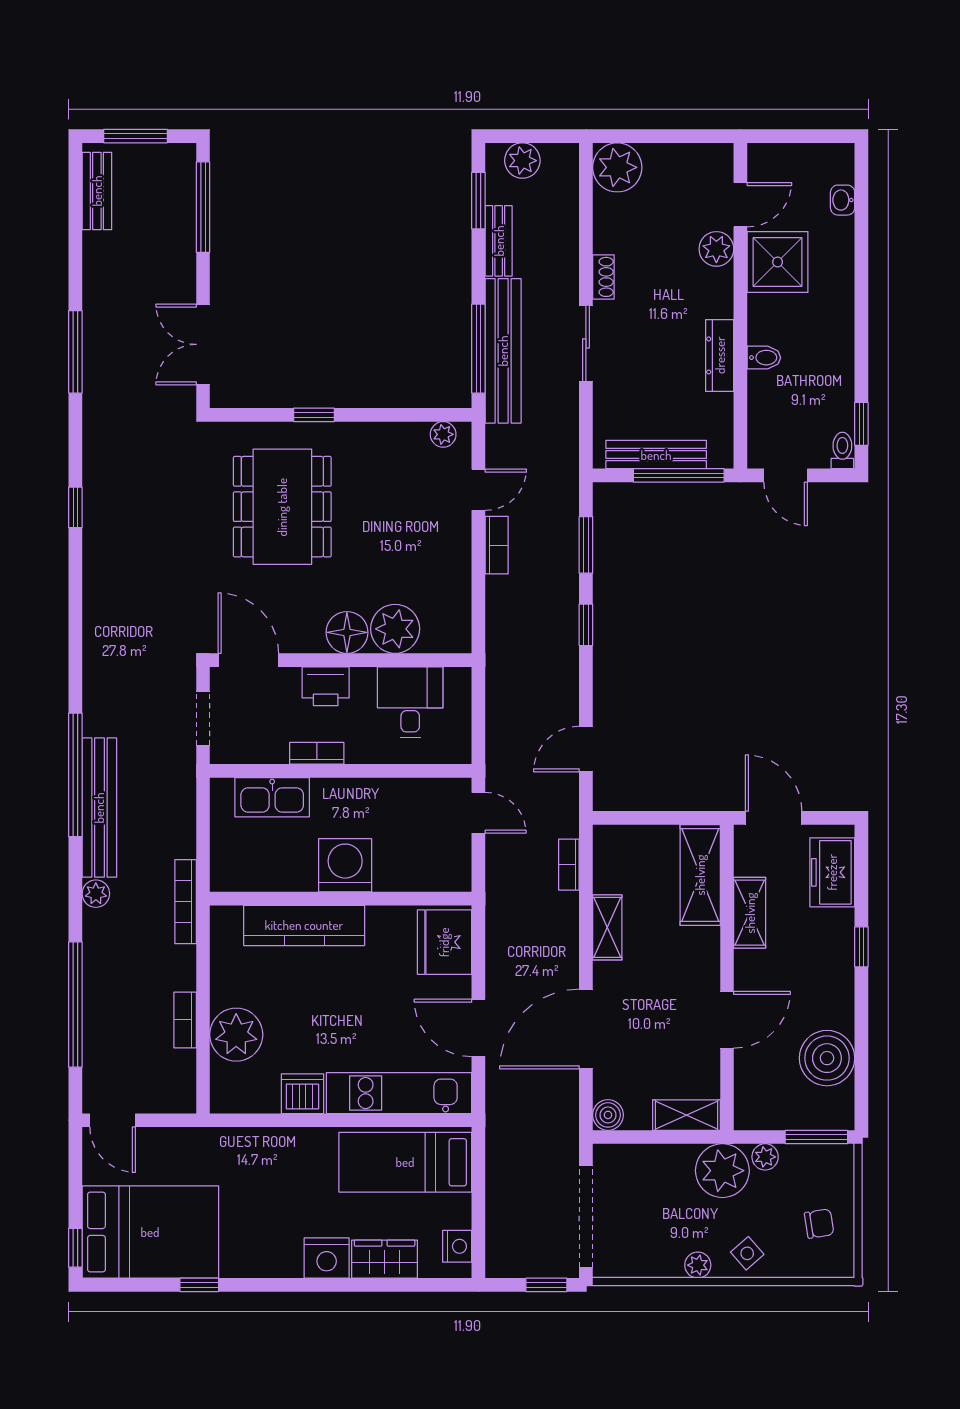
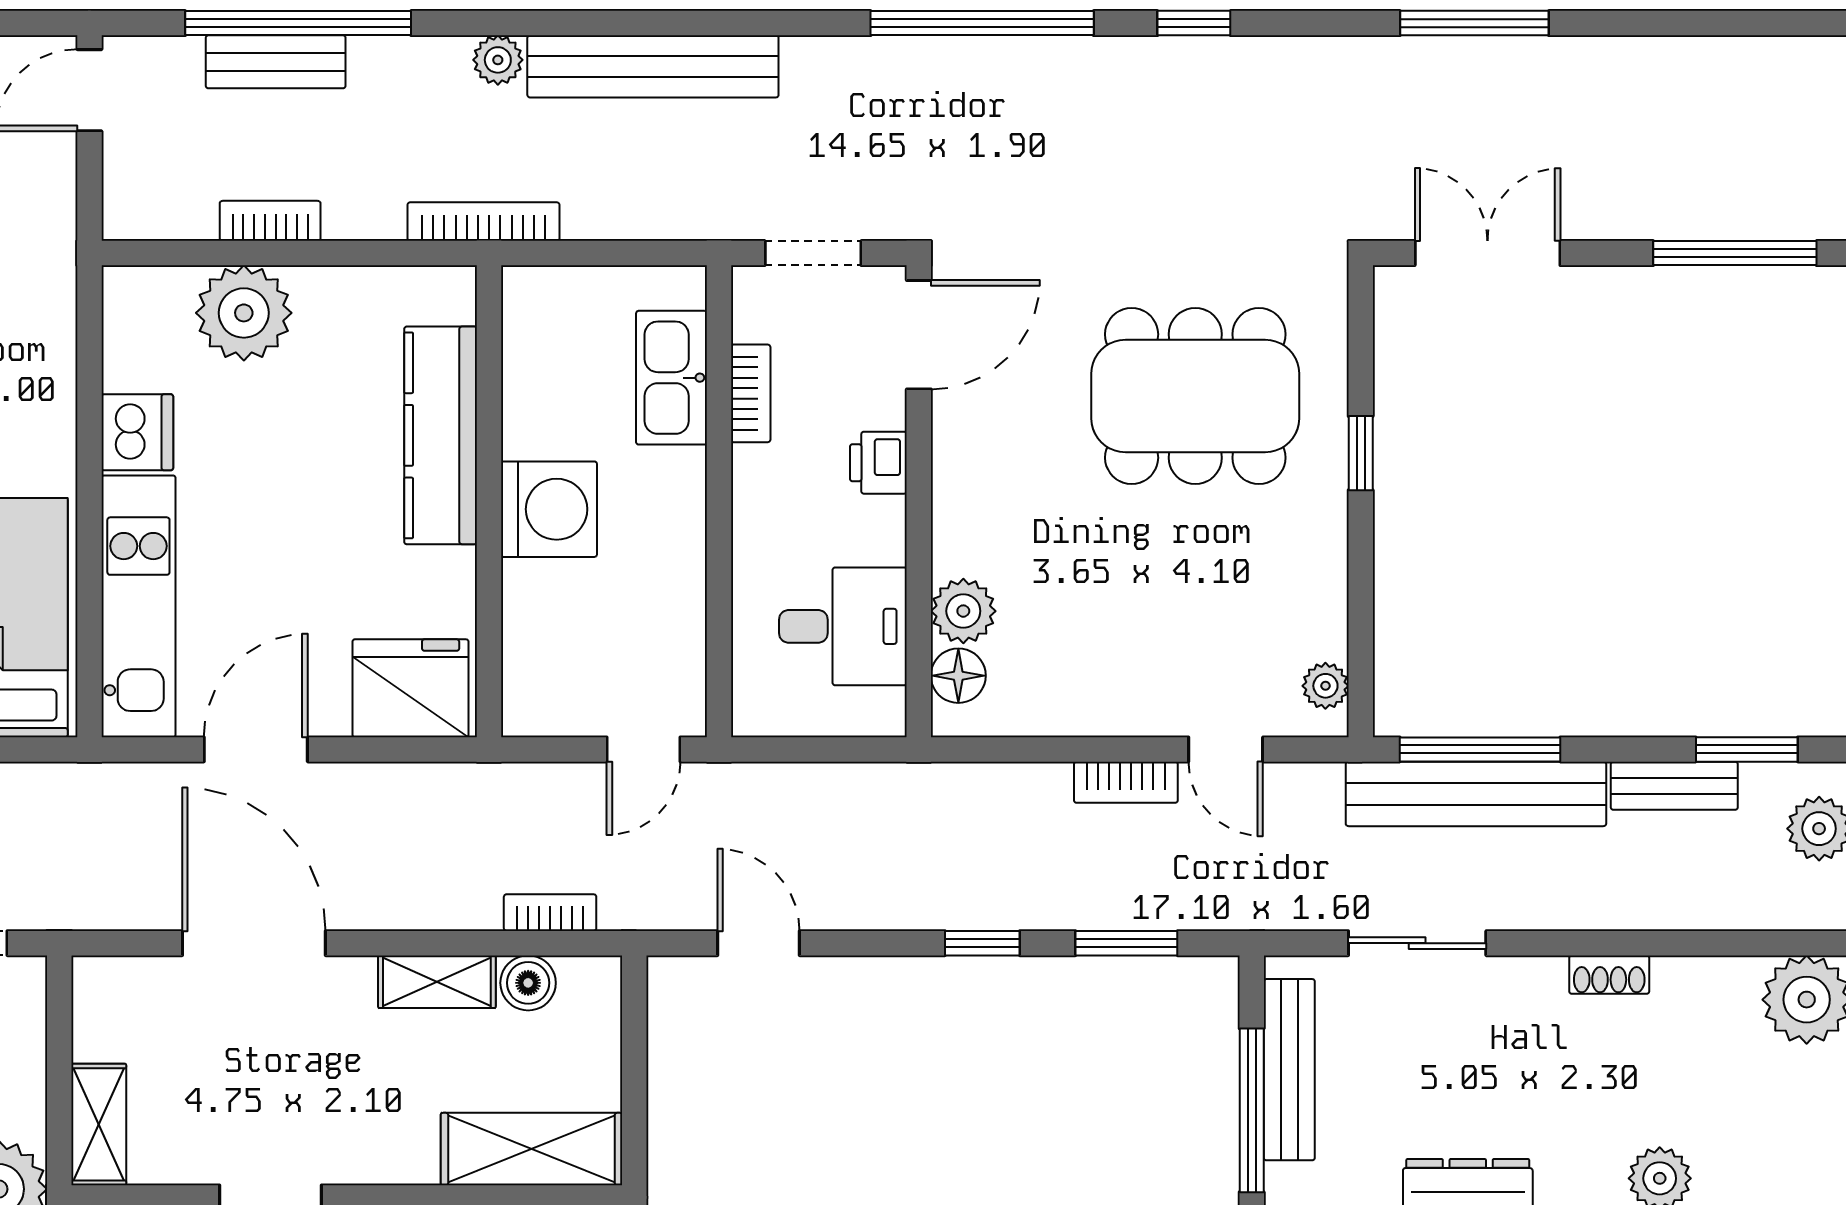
bench: (97, 191) -> (276, 62), moved
sliding door: (586, 343) -> (1417, 943), moved
plant: (395, 629) -> (963, 611), width x0.73, depth x0.73
floor lamp: (347, 632) -> (958, 676), moved, width x0.73, depth x0.73
printer: (326, 686) -> (878, 463), width x0.73, depth x0.81
bookcase: (317, 753) -> (751, 393), moved
window: (75, 775) -> (982, 23), moved
boiler: (608, 1115) -> (528, 983), moved

